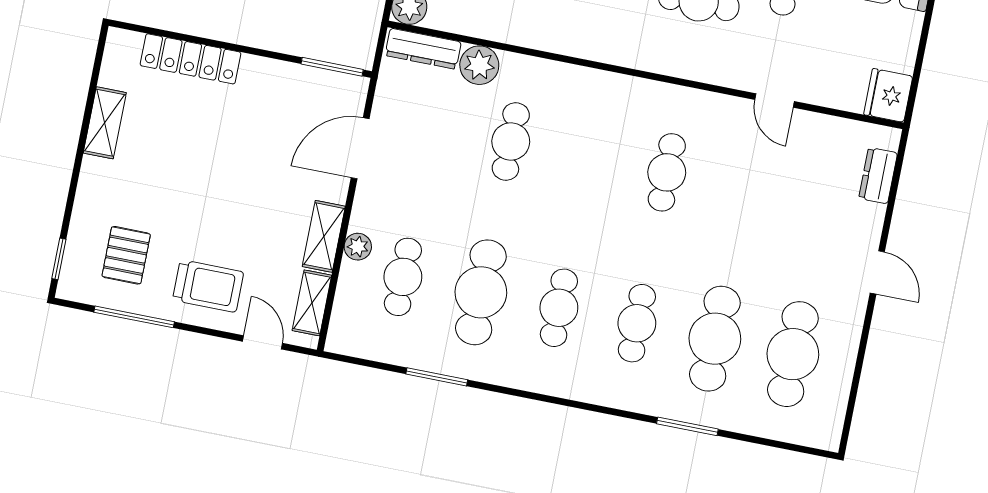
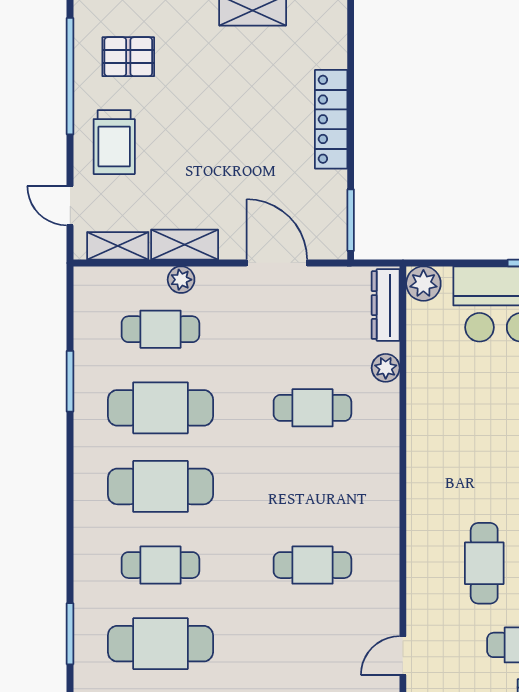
locker: (190, 59) -> (331, 119), moved
plant: (479, 65) -> (386, 368), width x0.73, depth x0.73
cafe table: (559, 308) -> (160, 486), width x1.37, depth x1.35
window: (134, 317) -> (70, 76), width x1.46
door: (263, 342) -> (70, 206), swing flipped

